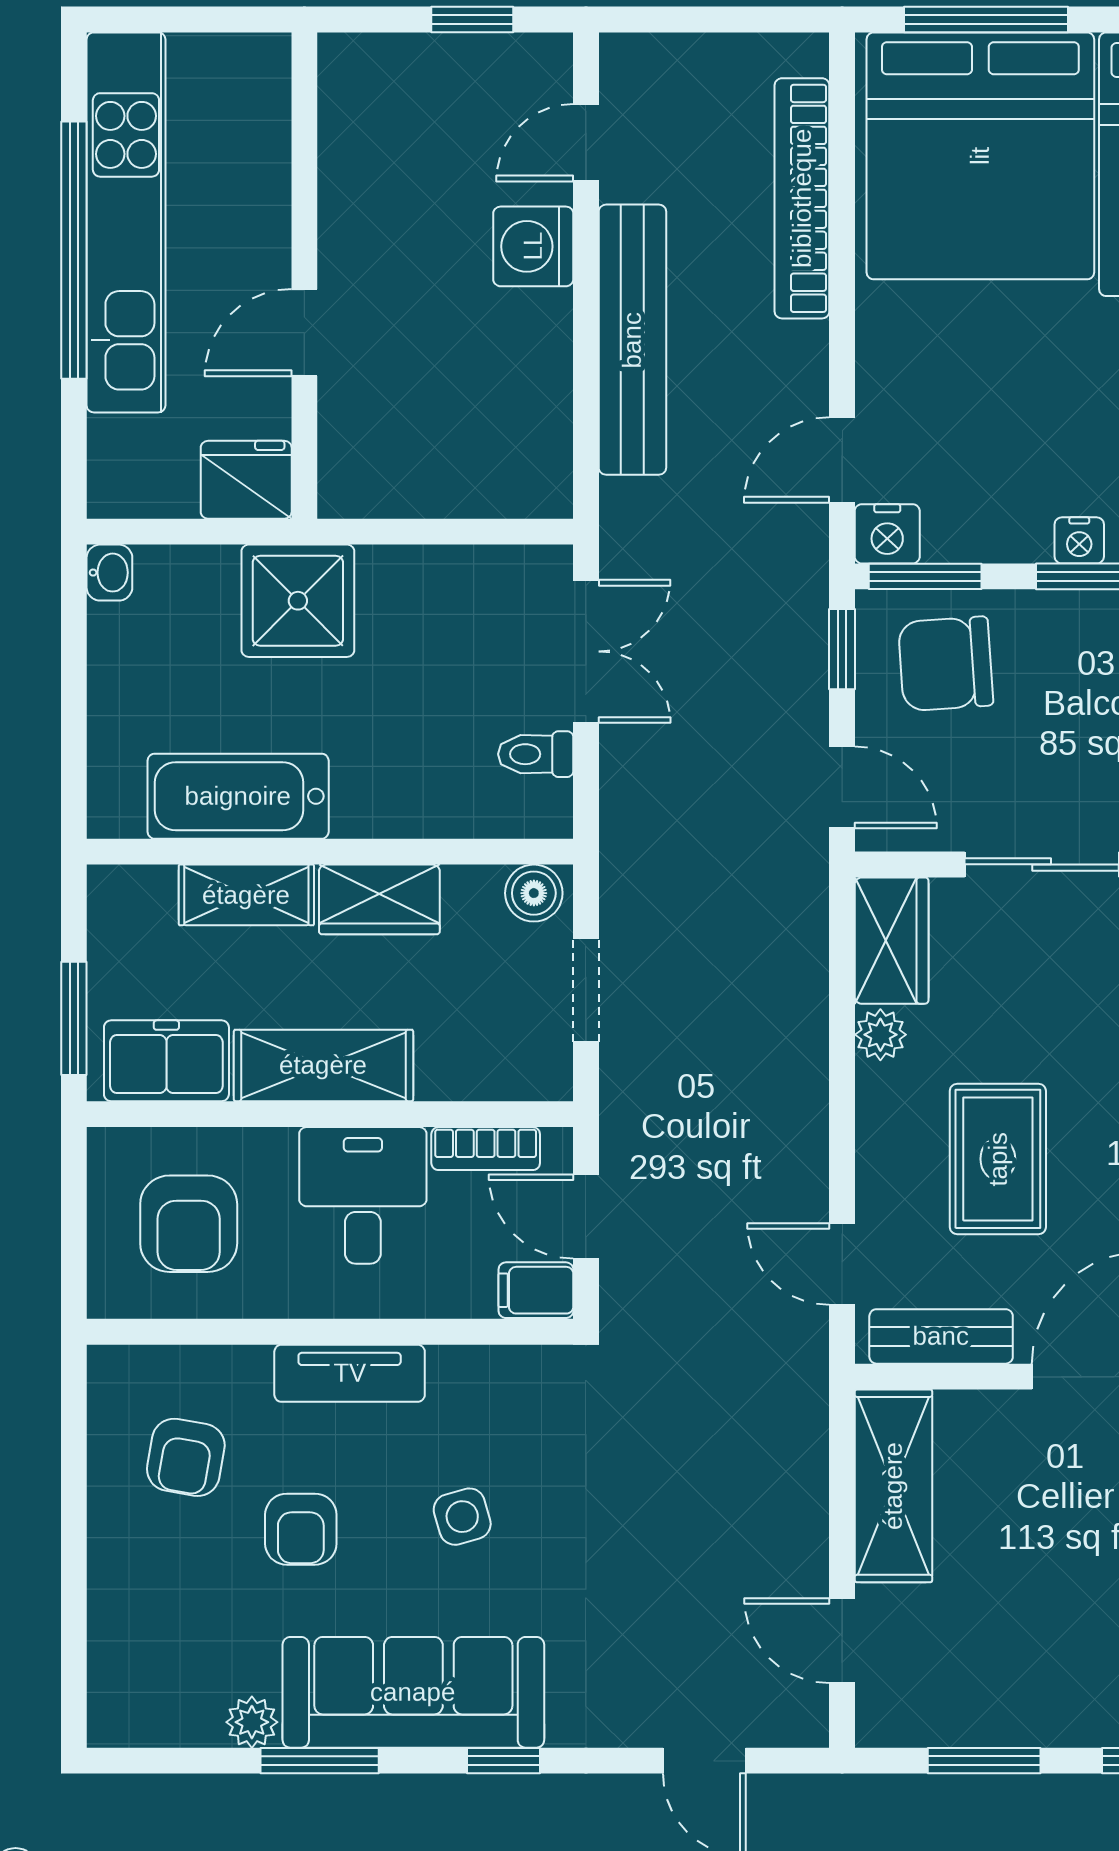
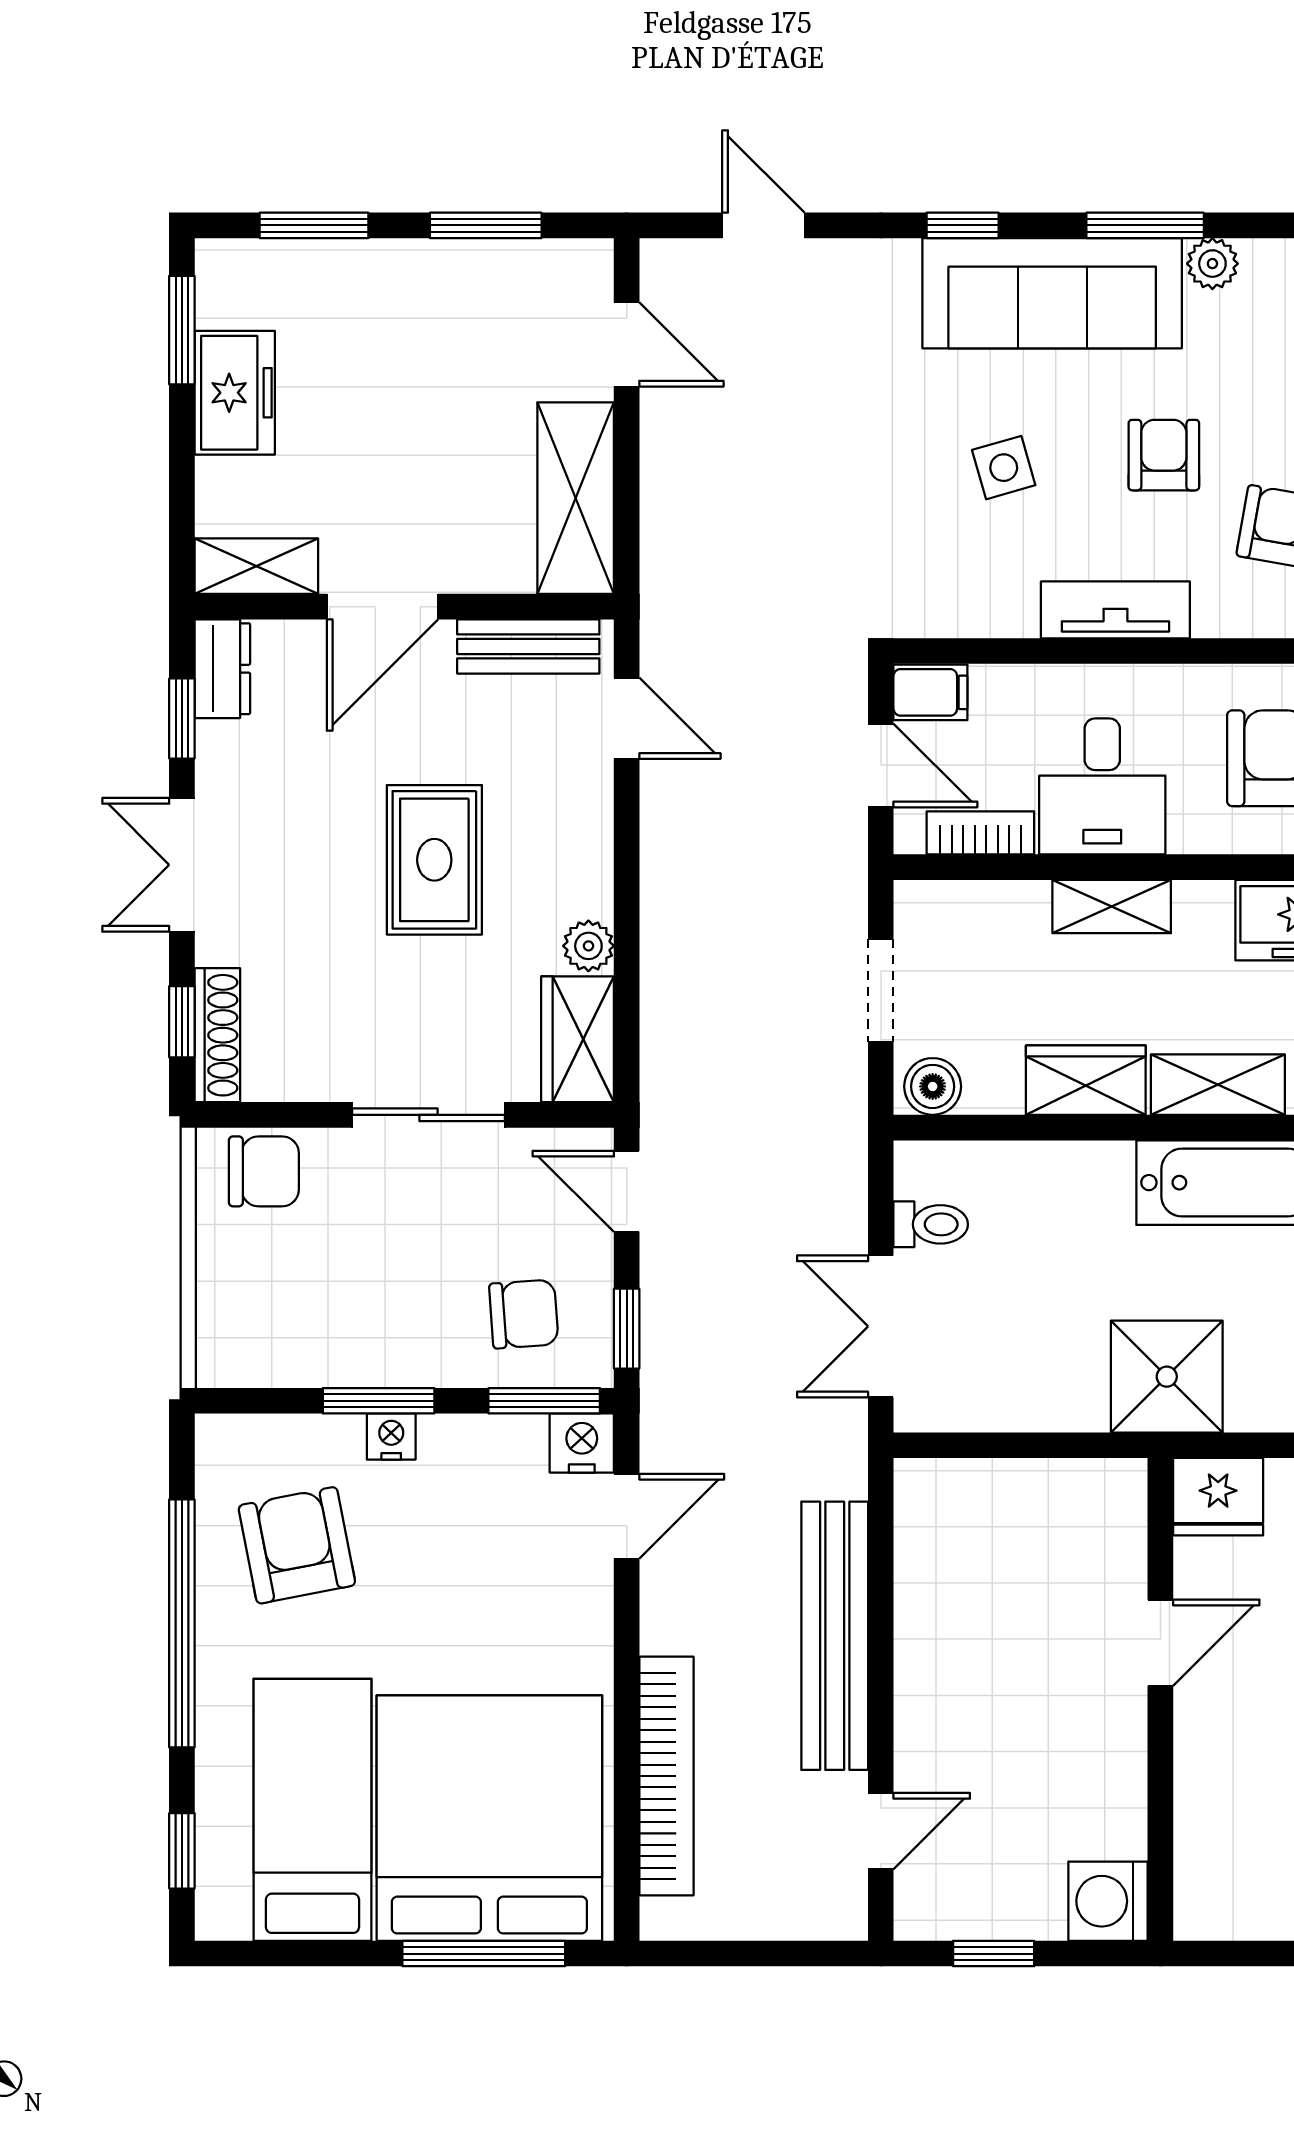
washing machine: (533, 246) -> (1108, 1901), moved, turned 180
chair: (946, 664) -> (524, 1314), width x0.73, depth x0.73
shelving: (323, 1065) -> (1112, 906), width x0.67, depth x0.75
rug: (998, 1159) -> (434, 860), moved

